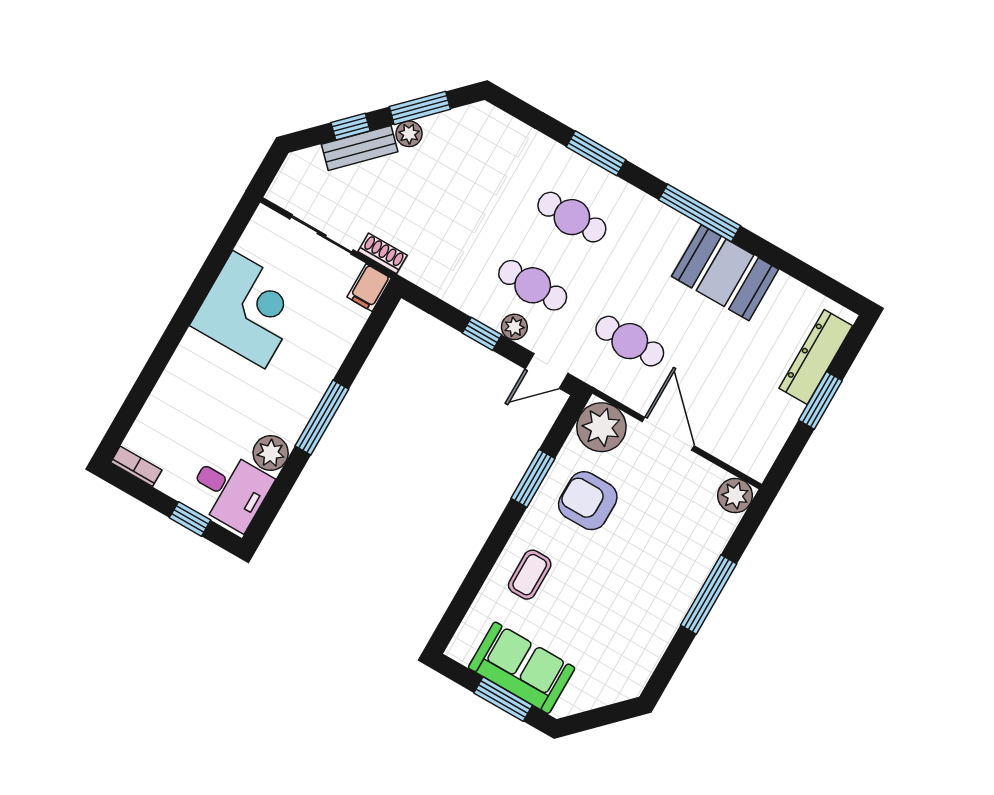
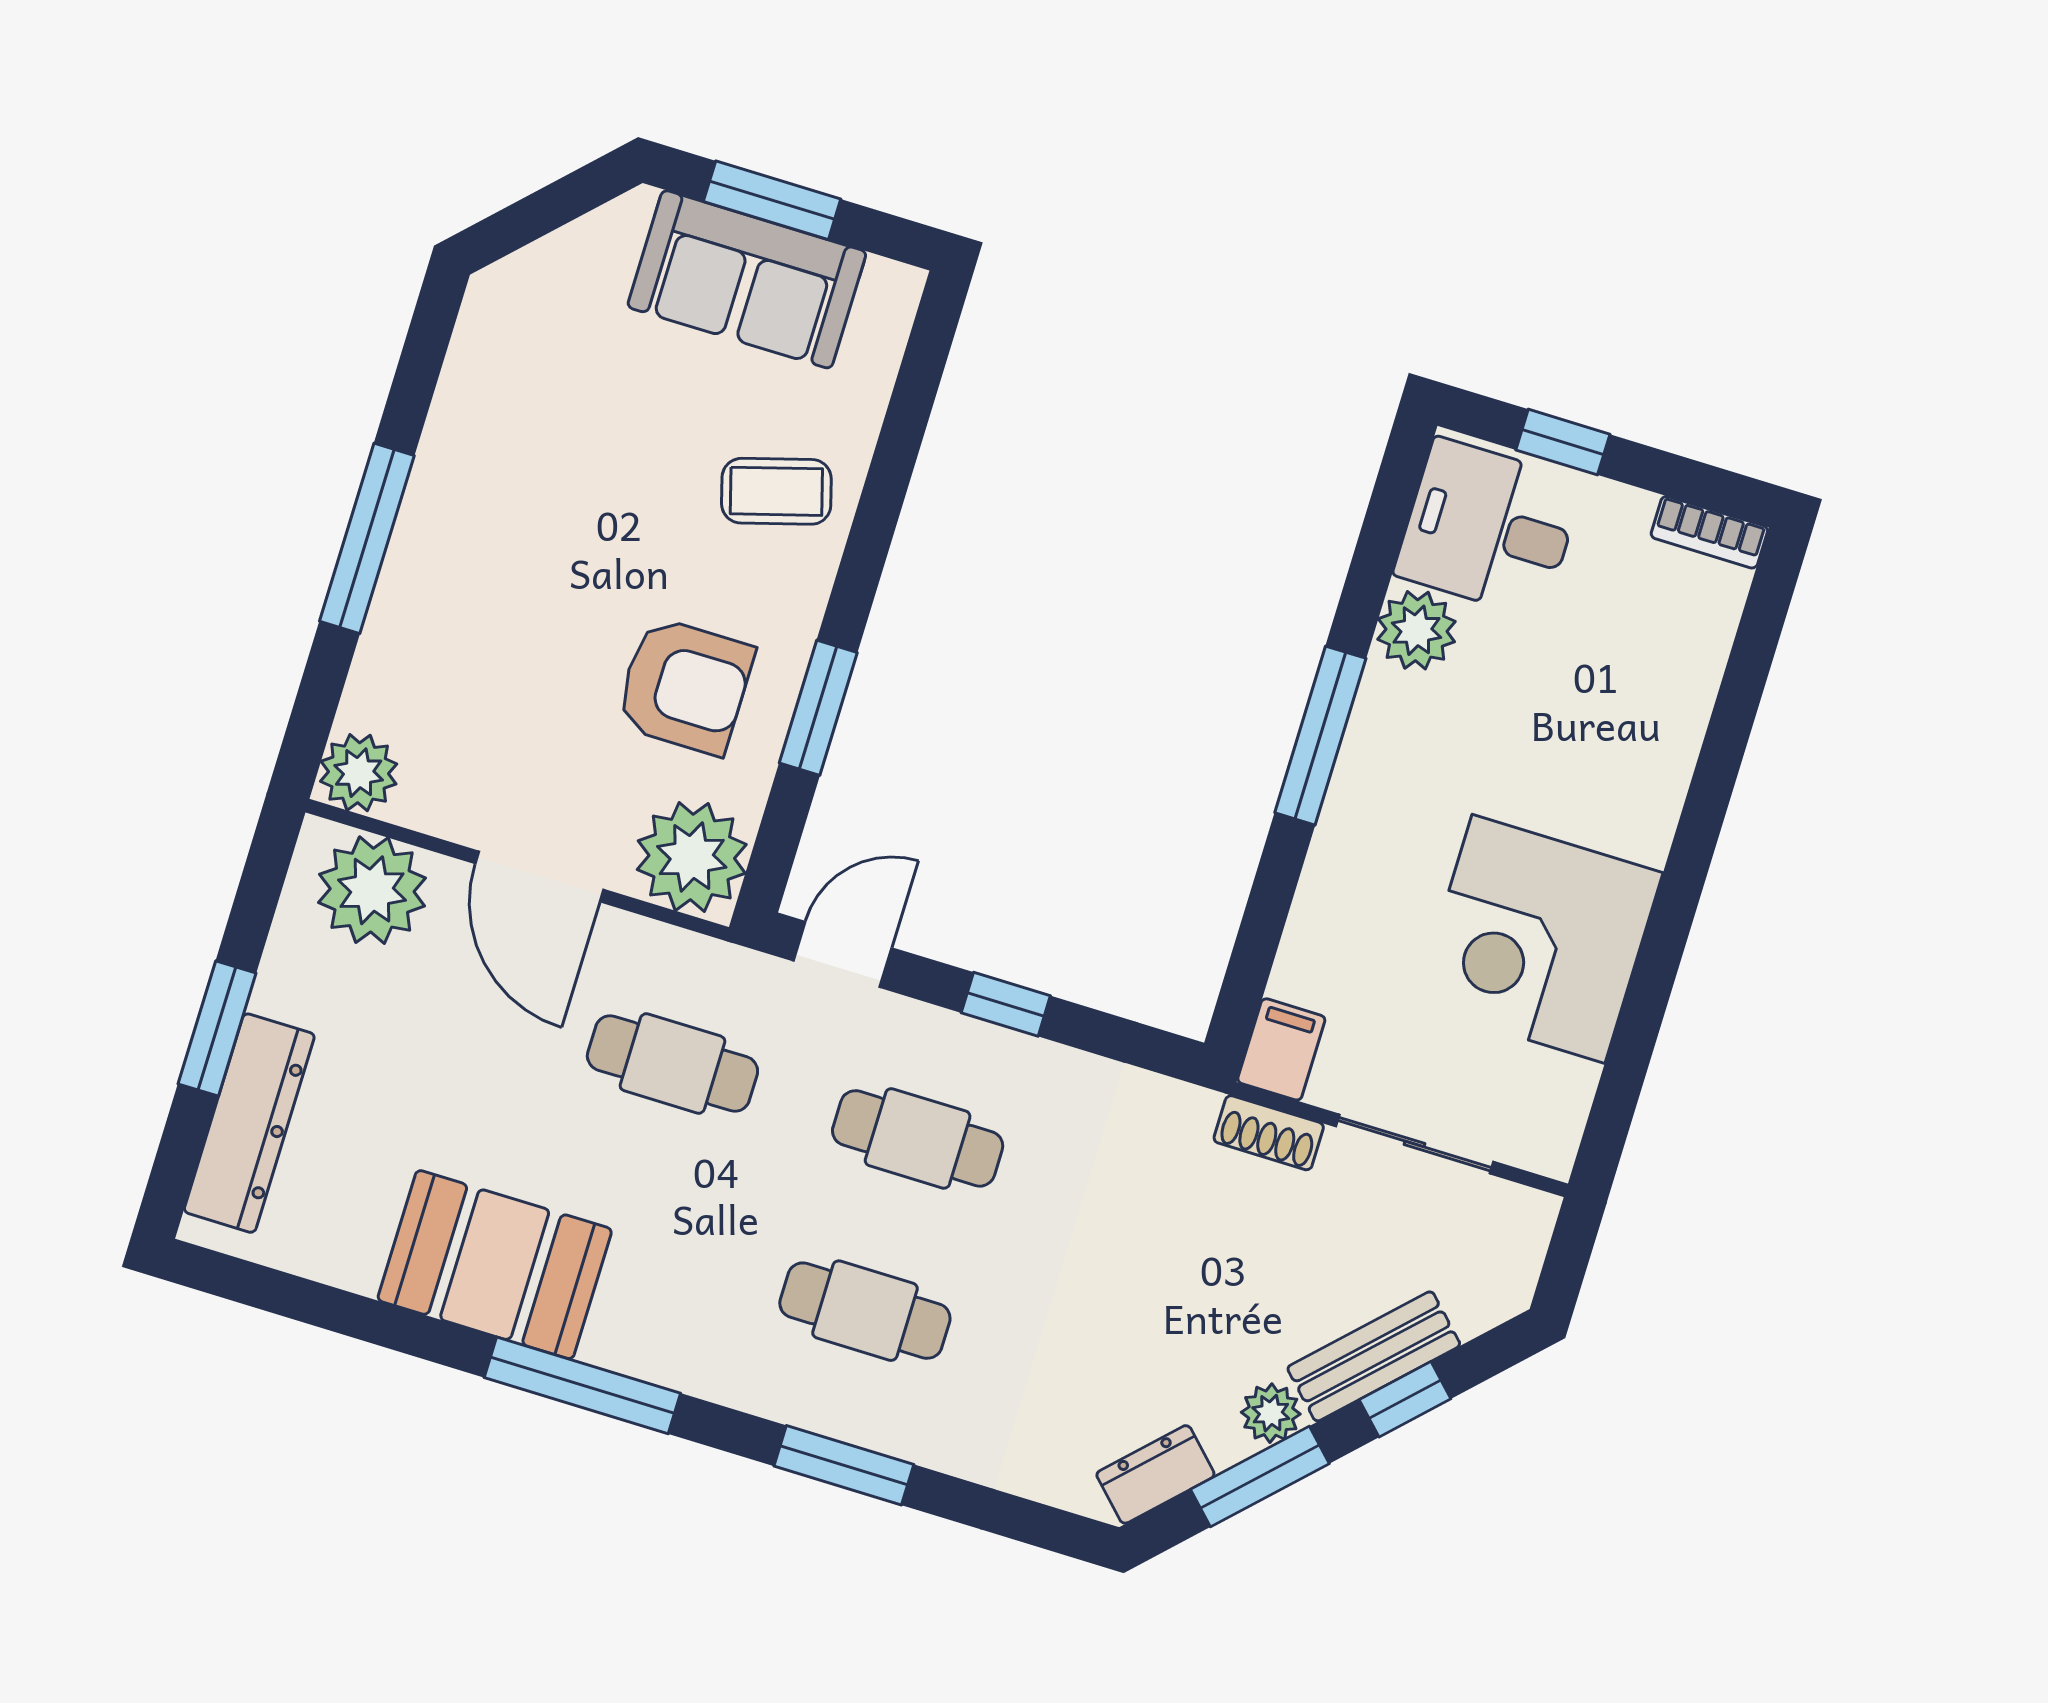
dresser: (464, 119) -> (1155, 1474), added
plant: (514, 327) -> (372, 890), moved, width x1.88, depth x1.88
coffee table: (530, 575) -> (776, 491), turned 74

